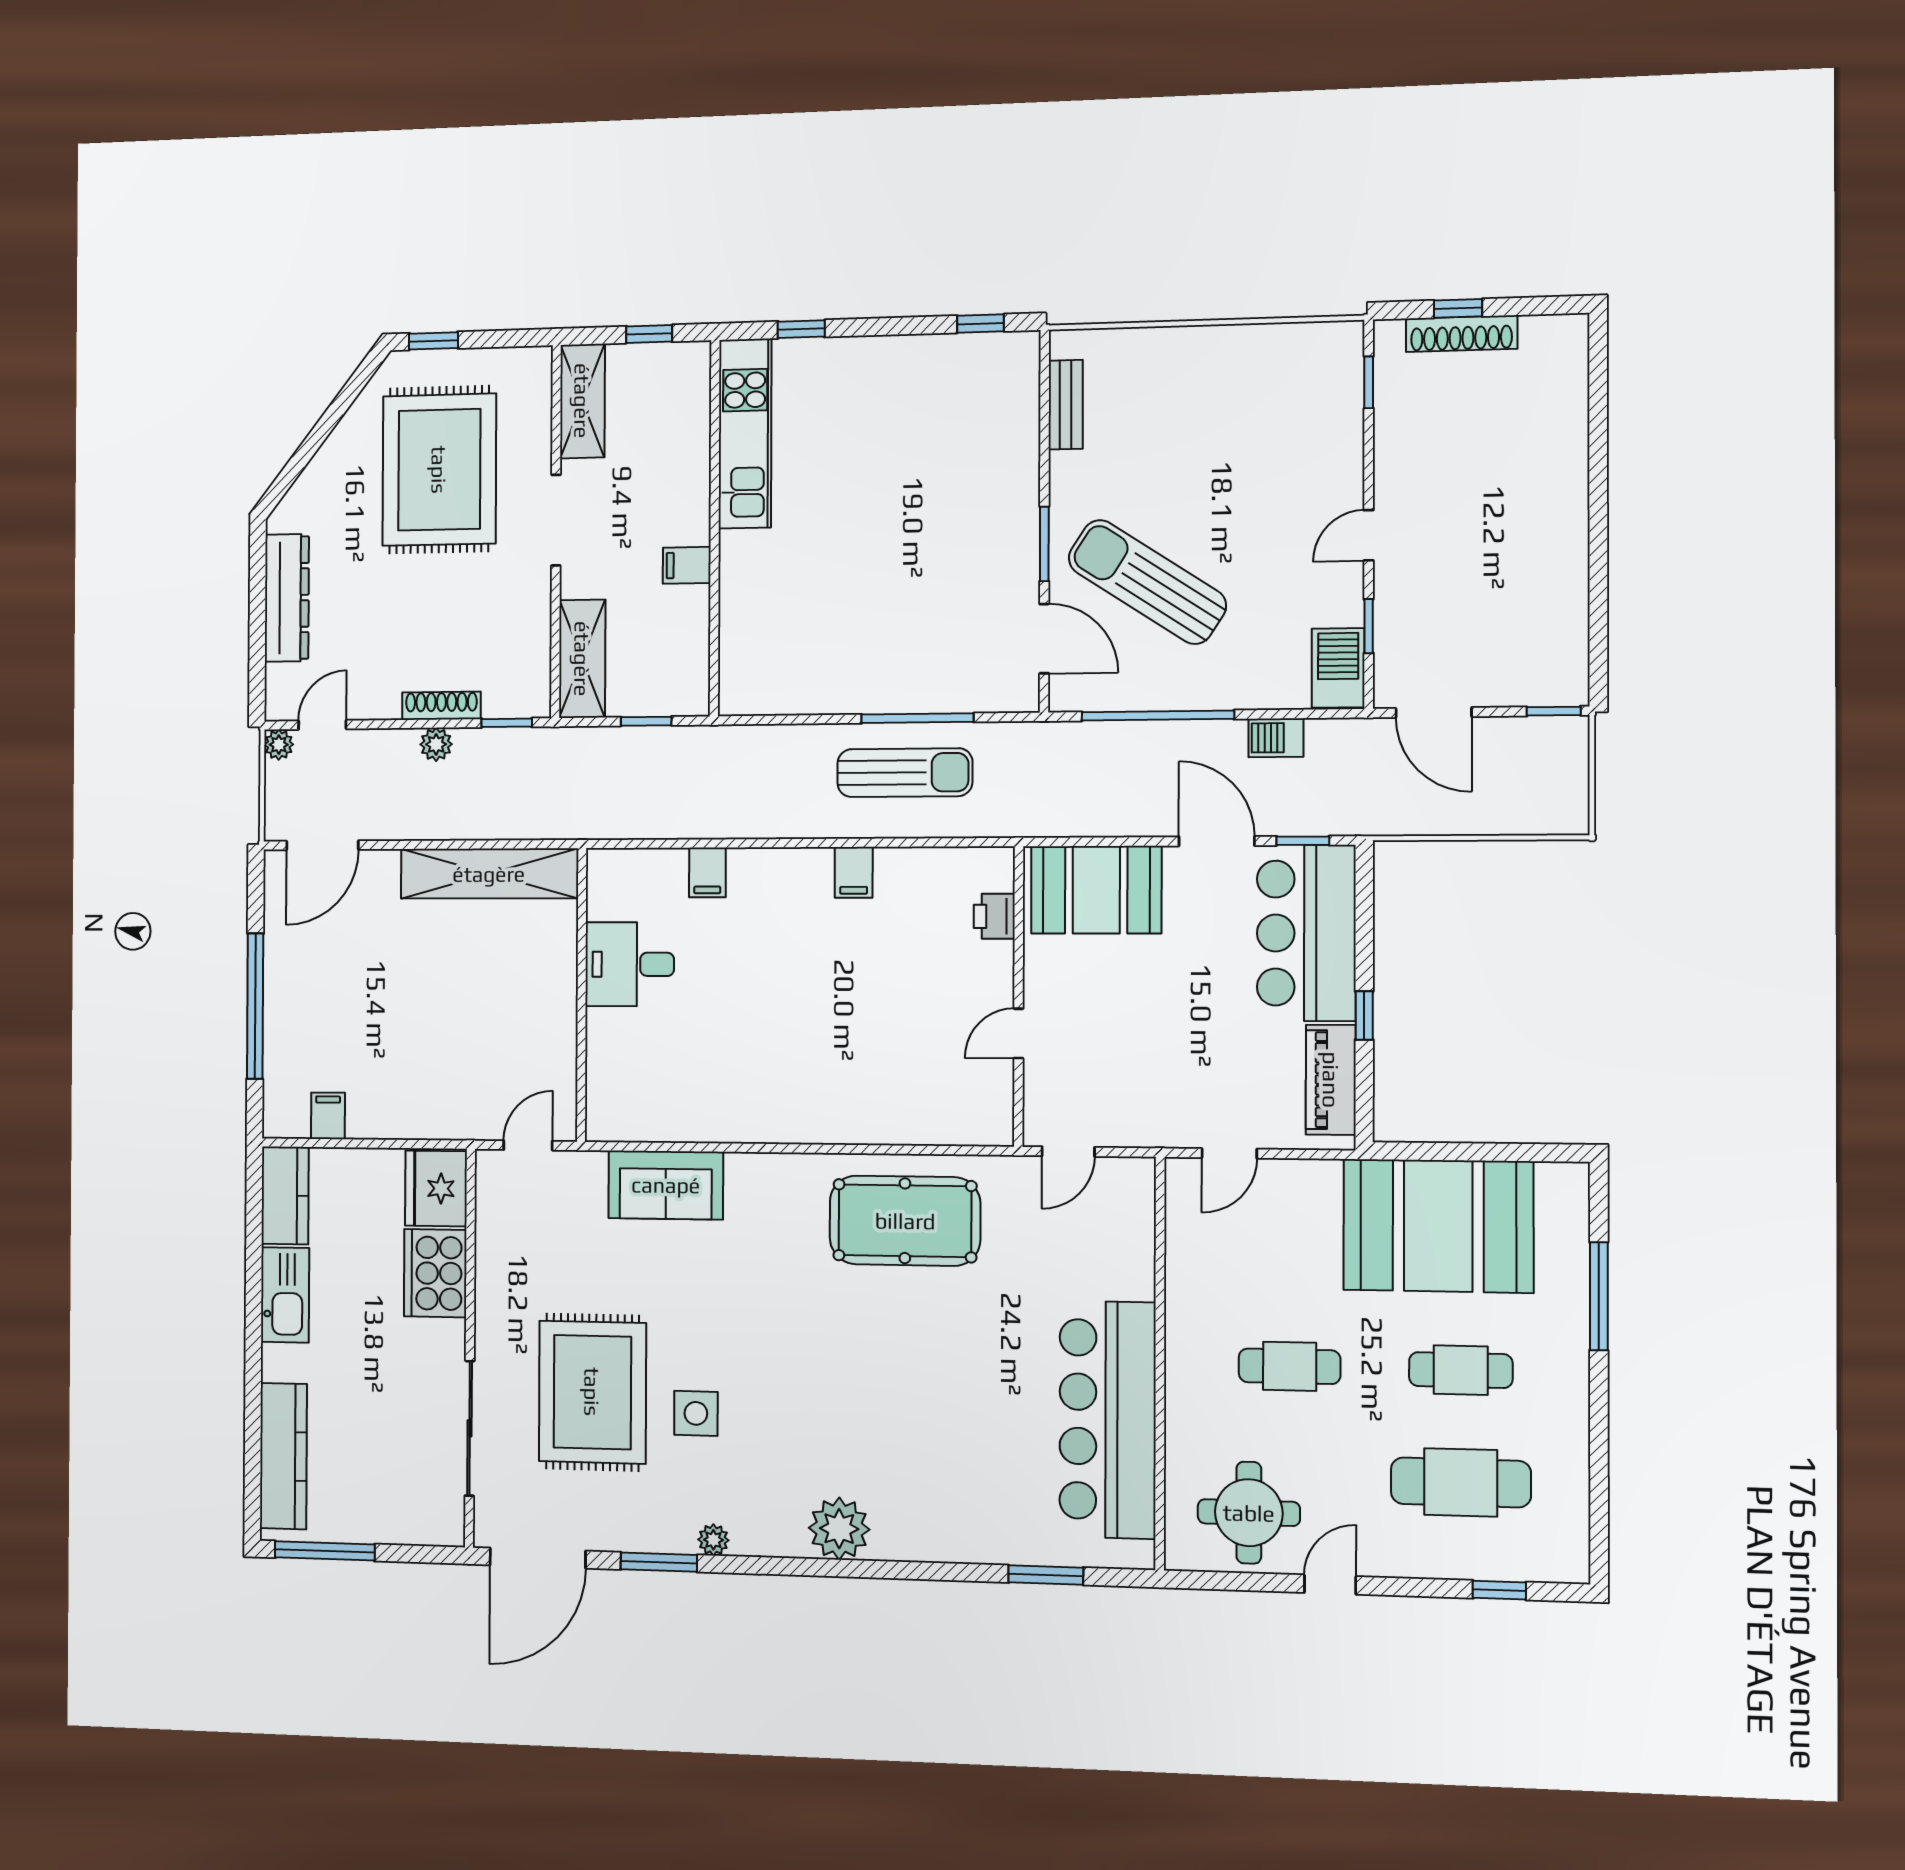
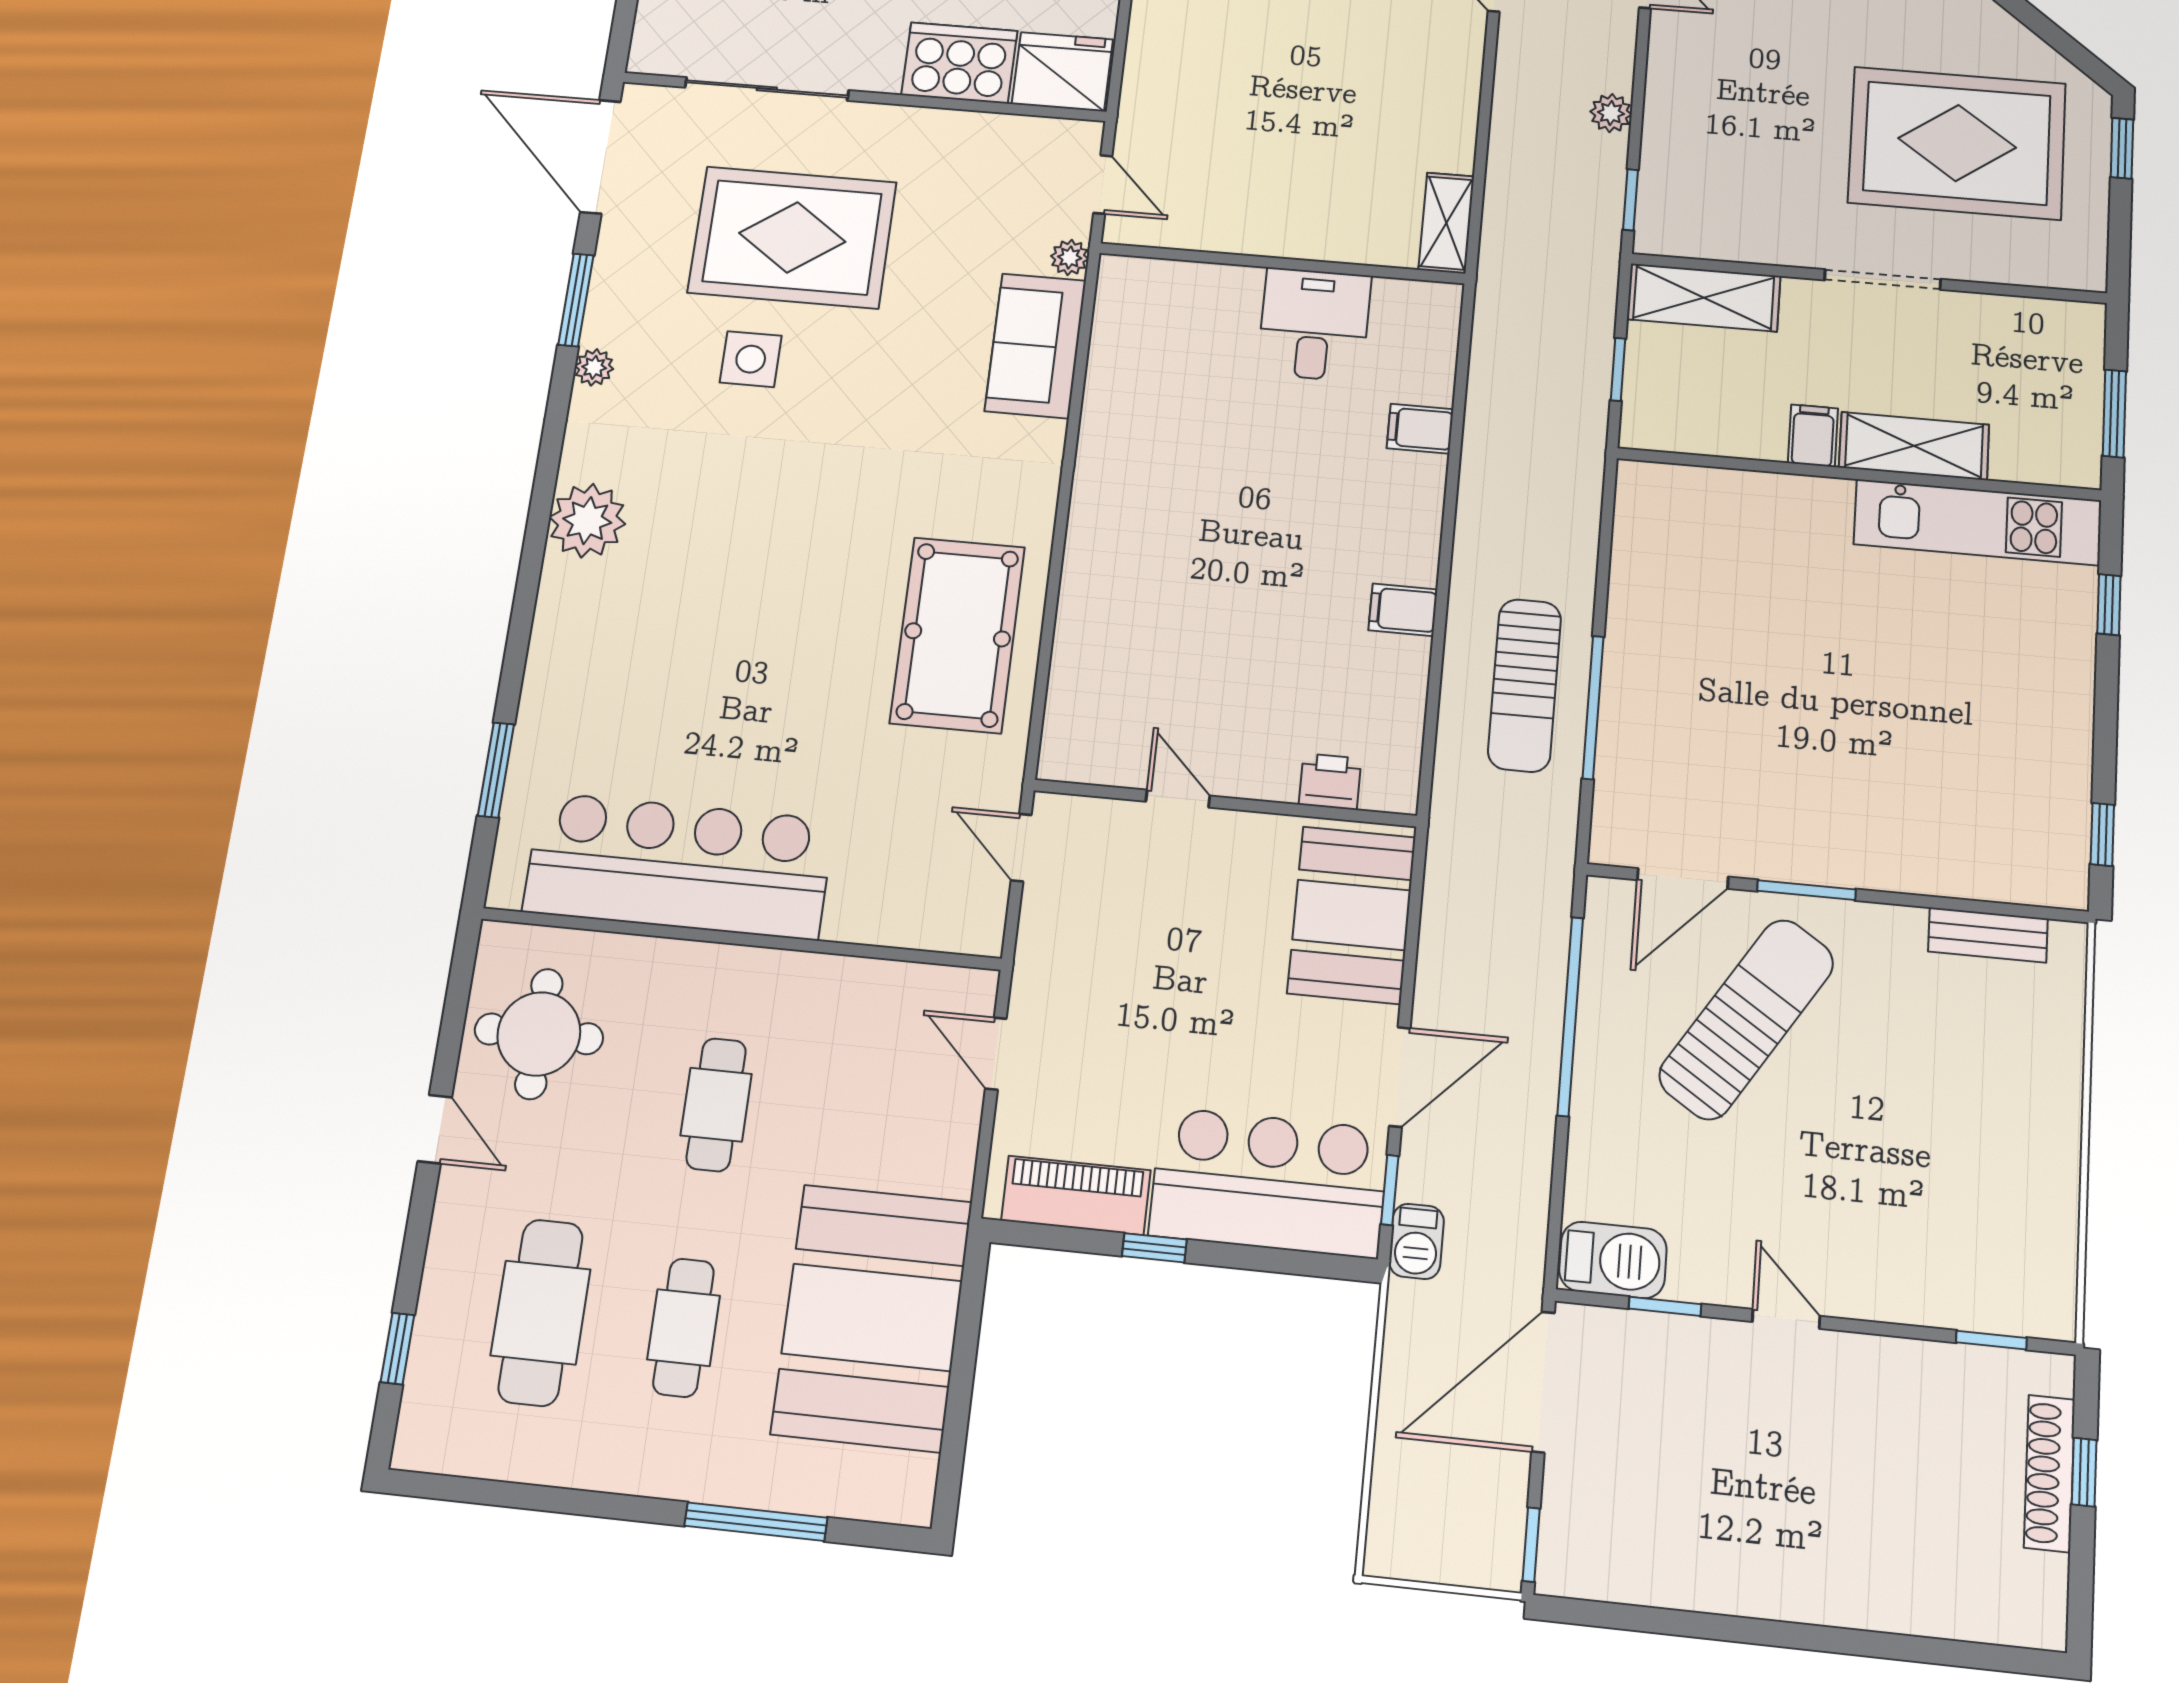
window: (649, 334) -> (2114, 414), width x1.50
shelving: (582, 401) -> (1914, 446), moved
shoe rack: (441, 706) -> (1659, 123), removed
door: (1434, 712) -> (1543, 1382), width x1.36
barbecue: (1276, 738) -> (1416, 1241), moved, turned 180
shelving: (489, 874) -> (1446, 223), width x0.45, depth x0.75
plant: (591, 1166) -> (1070, 257), added

